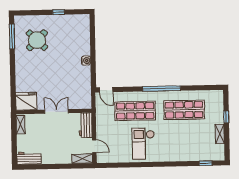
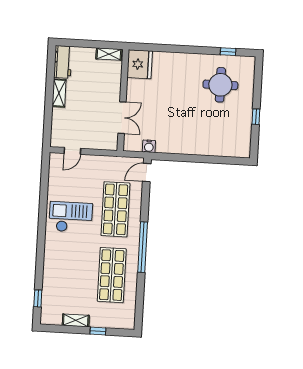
window: (12, 36) -> (228, 52), width x0.46
round table: (37, 40) -> (220, 85), turned 45
water cooler: (86, 61) -> (149, 146), moved
double door: (56, 111) -> (122, 118), moved
workbench: (85, 125) -> (101, 141), removed
shelving: (82, 159) -> (59, 93), moved

